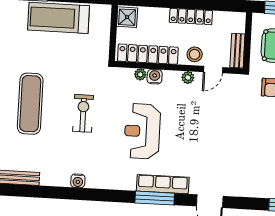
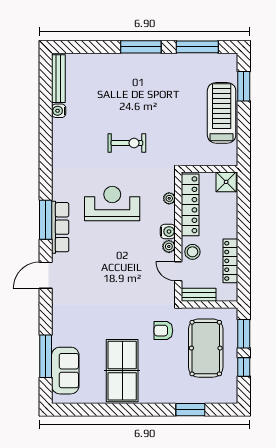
locker: (191, 16) -> (230, 261), moved
water cooler: (155, 77) -> (168, 232), moved
exercise mat: (30, 104) -> (134, 89), removed
water cooler: (78, 181) -> (59, 111), moved

